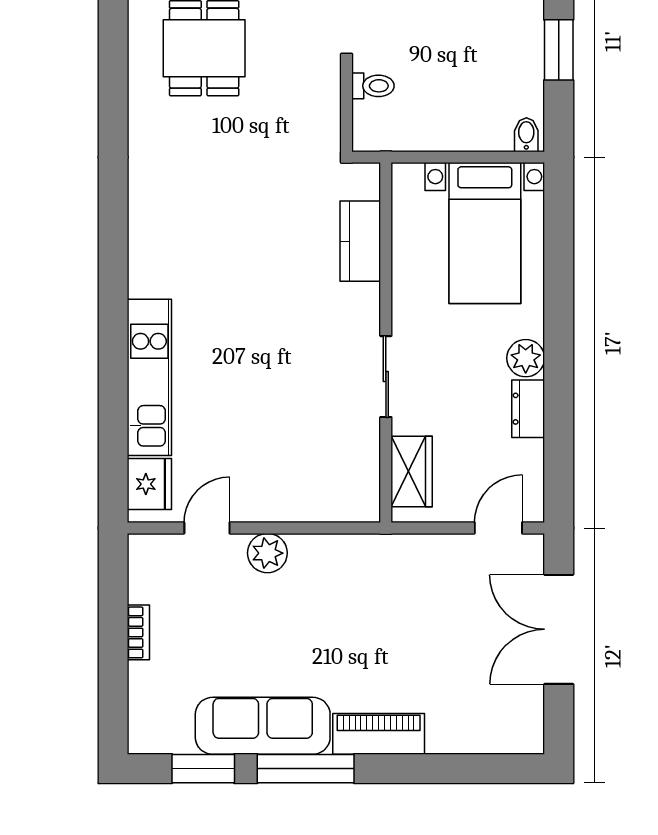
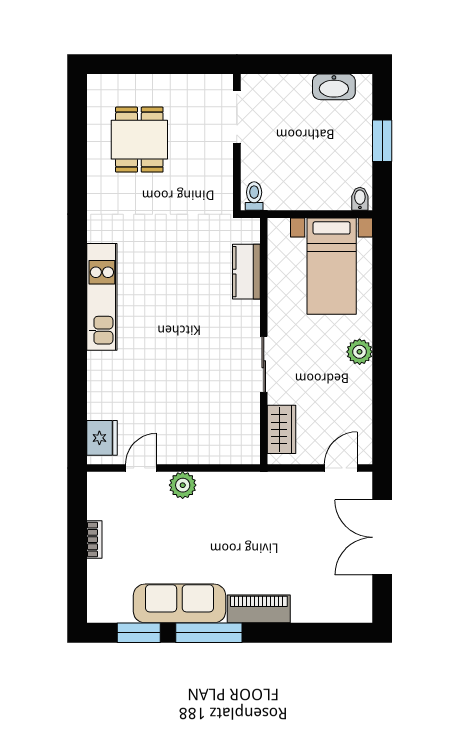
toilet: (373, 86) -> (254, 196), moved, turned -90
kitchen unit: (149, 377) -> (102, 297), moved
dresser: (528, 409) -> (361, 386), removed

